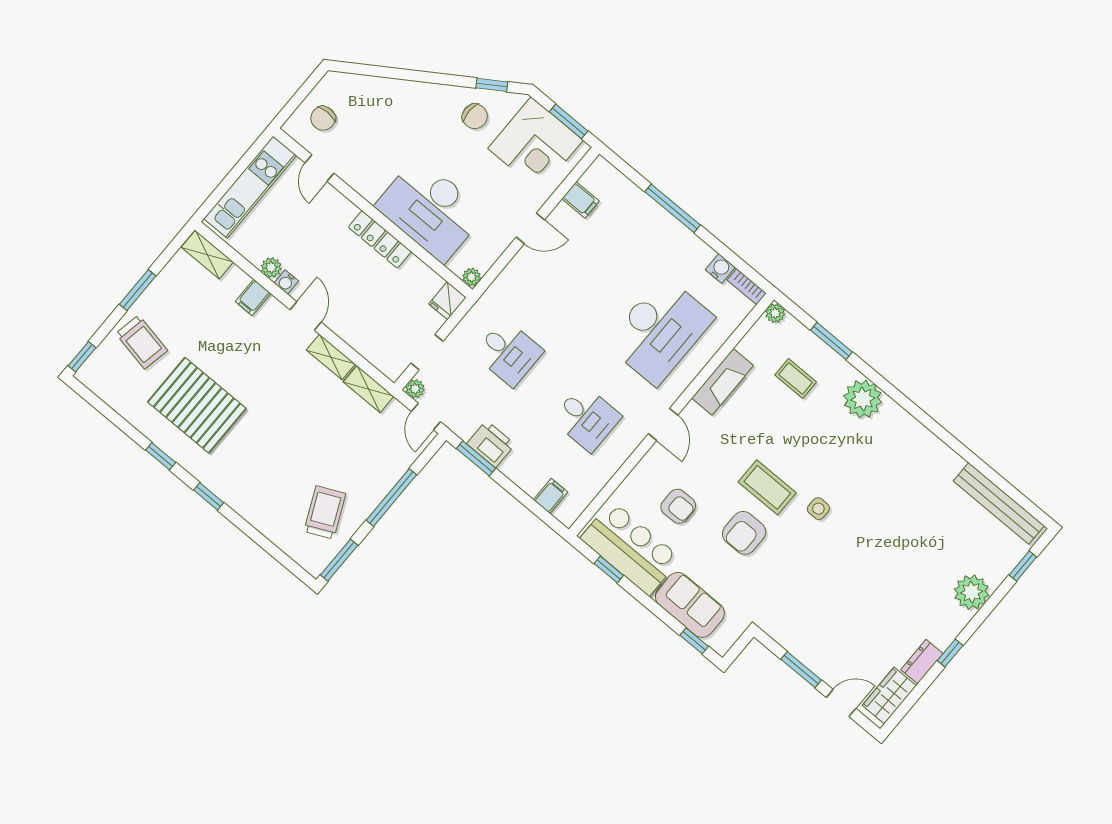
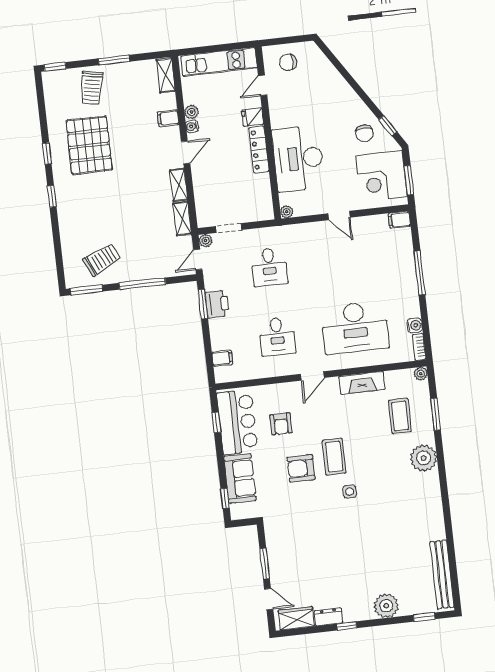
filing cabinet: (580, 200) -> (399, 220), moved, turned 90
fridge: (447, 301) -> (253, 117), moved
coffee table: (796, 378) -> (400, 416), width x1.36, depth x1.30

